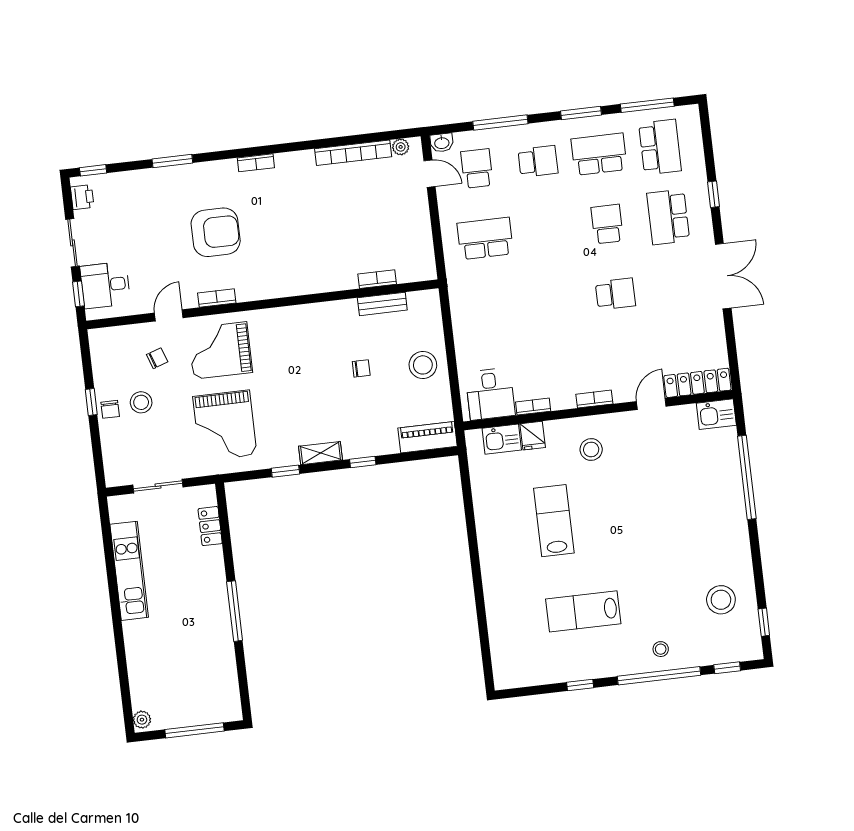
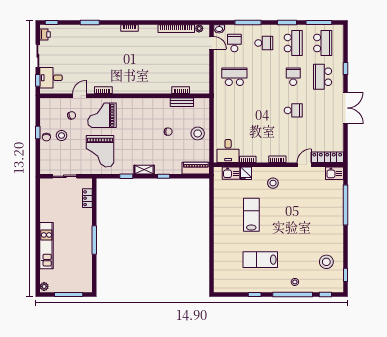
school desk: (599, 154) -> (293, 43), turned 90
armchair: (216, 232) -> (106, 59), removed
kitchen unit: (129, 571) -> (46, 246), moved

